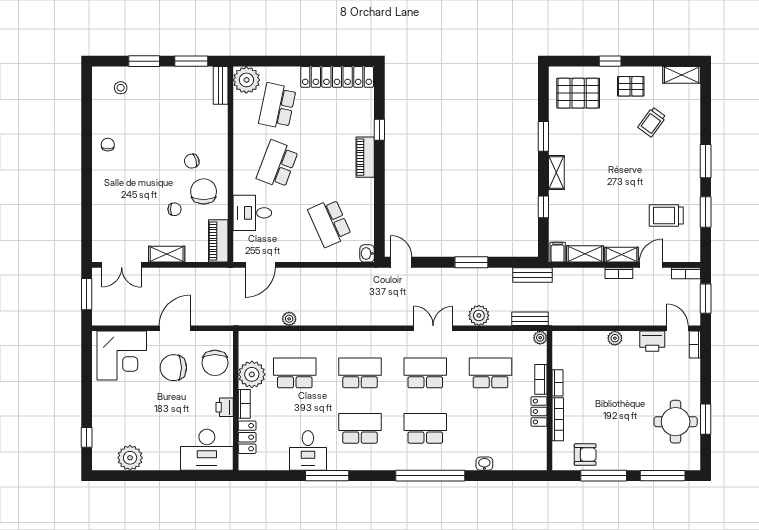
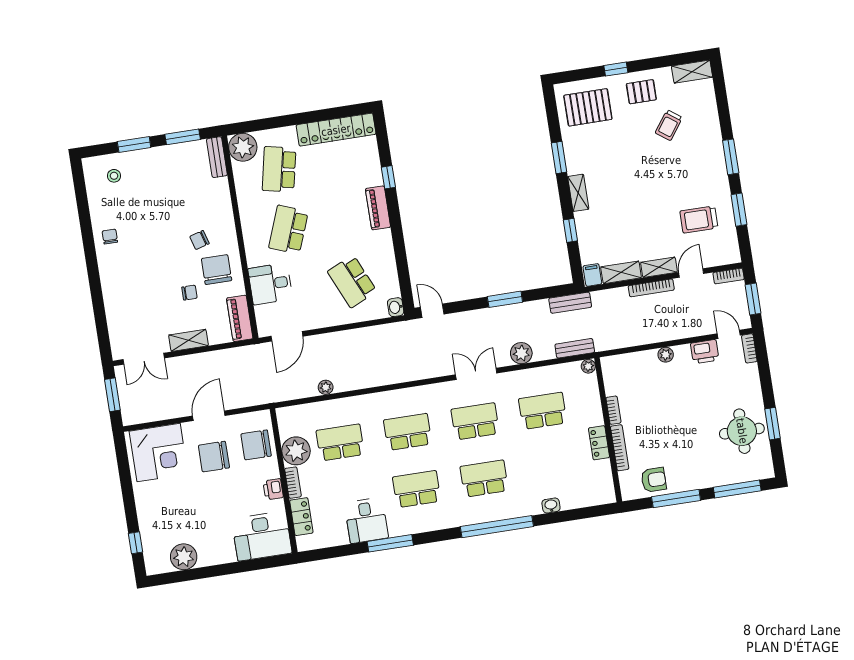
bookcase: (619, 273) -> (651, 288), width x1.56
chair: (215, 363) -> (256, 445), turned 90
bookcase: (541, 379) -> (596, 409), removed

